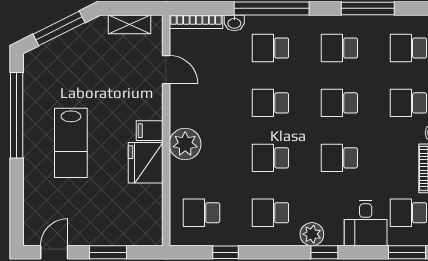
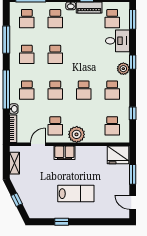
window: (59, 28) -> (17, 200), width x0.46
window: (17, 115) -> (62, 222), width x0.32
filing cabinet: (150, 131) -> (64, 153), width x2.00
school desk: (339, 158) -> (55, 126), moved
fridge: (146, 163) -> (118, 155), moved

